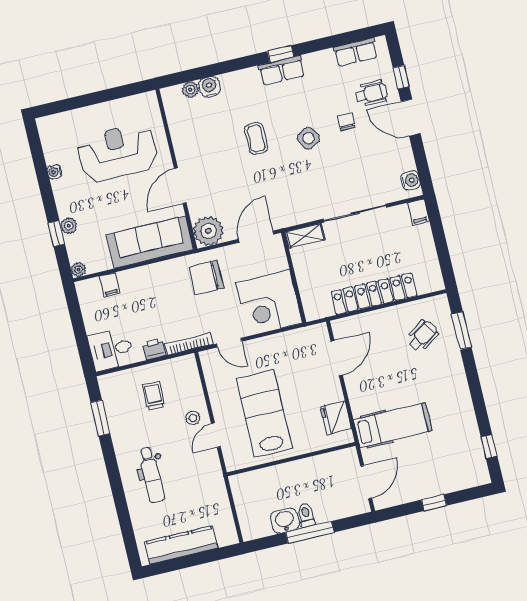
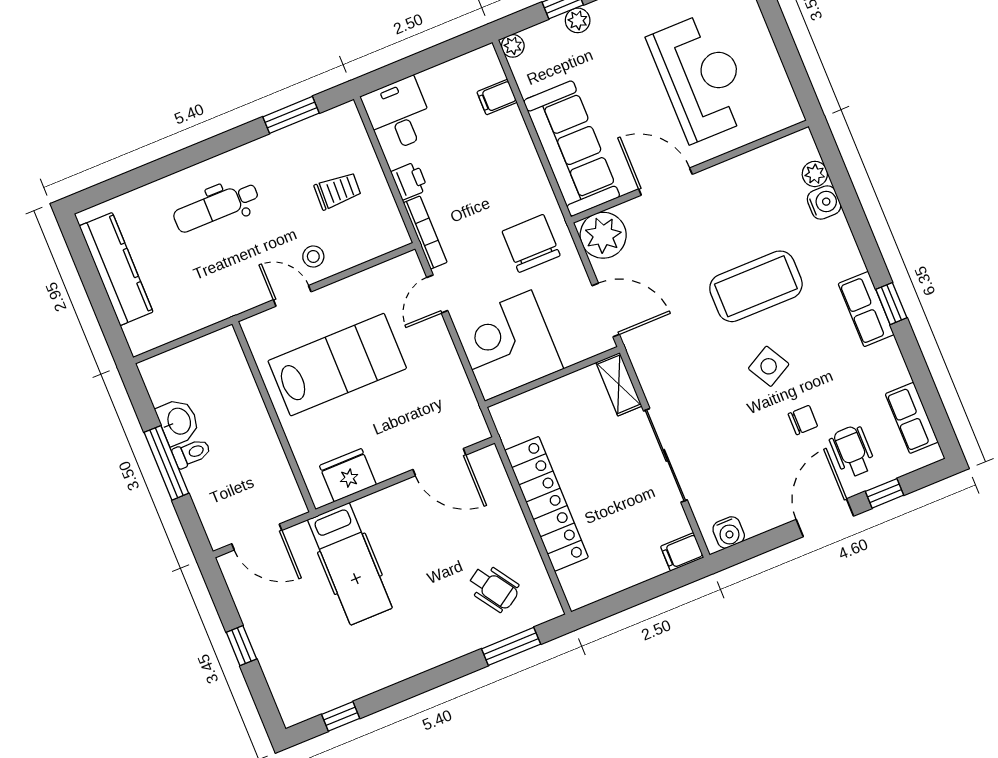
wheelchair: (371, 93) -> (852, 452), turned 180
coffee table: (256, 138) -> (756, 286), width x1.86, depth x1.72

